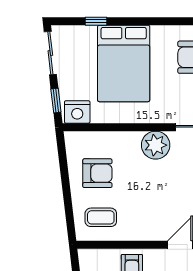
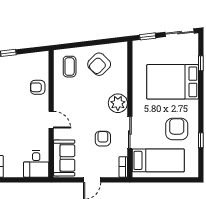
nightstand: (77, 112) -> (140, 51), removed
armchair: (97, 173) -> (99, 64), turned 45

